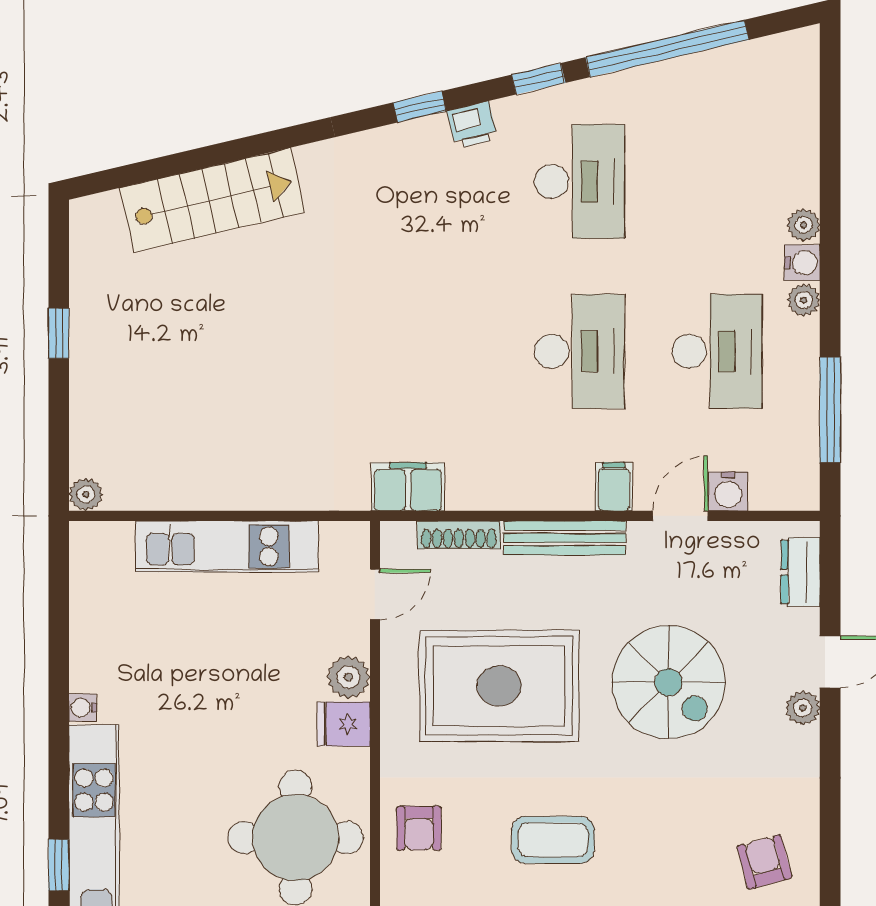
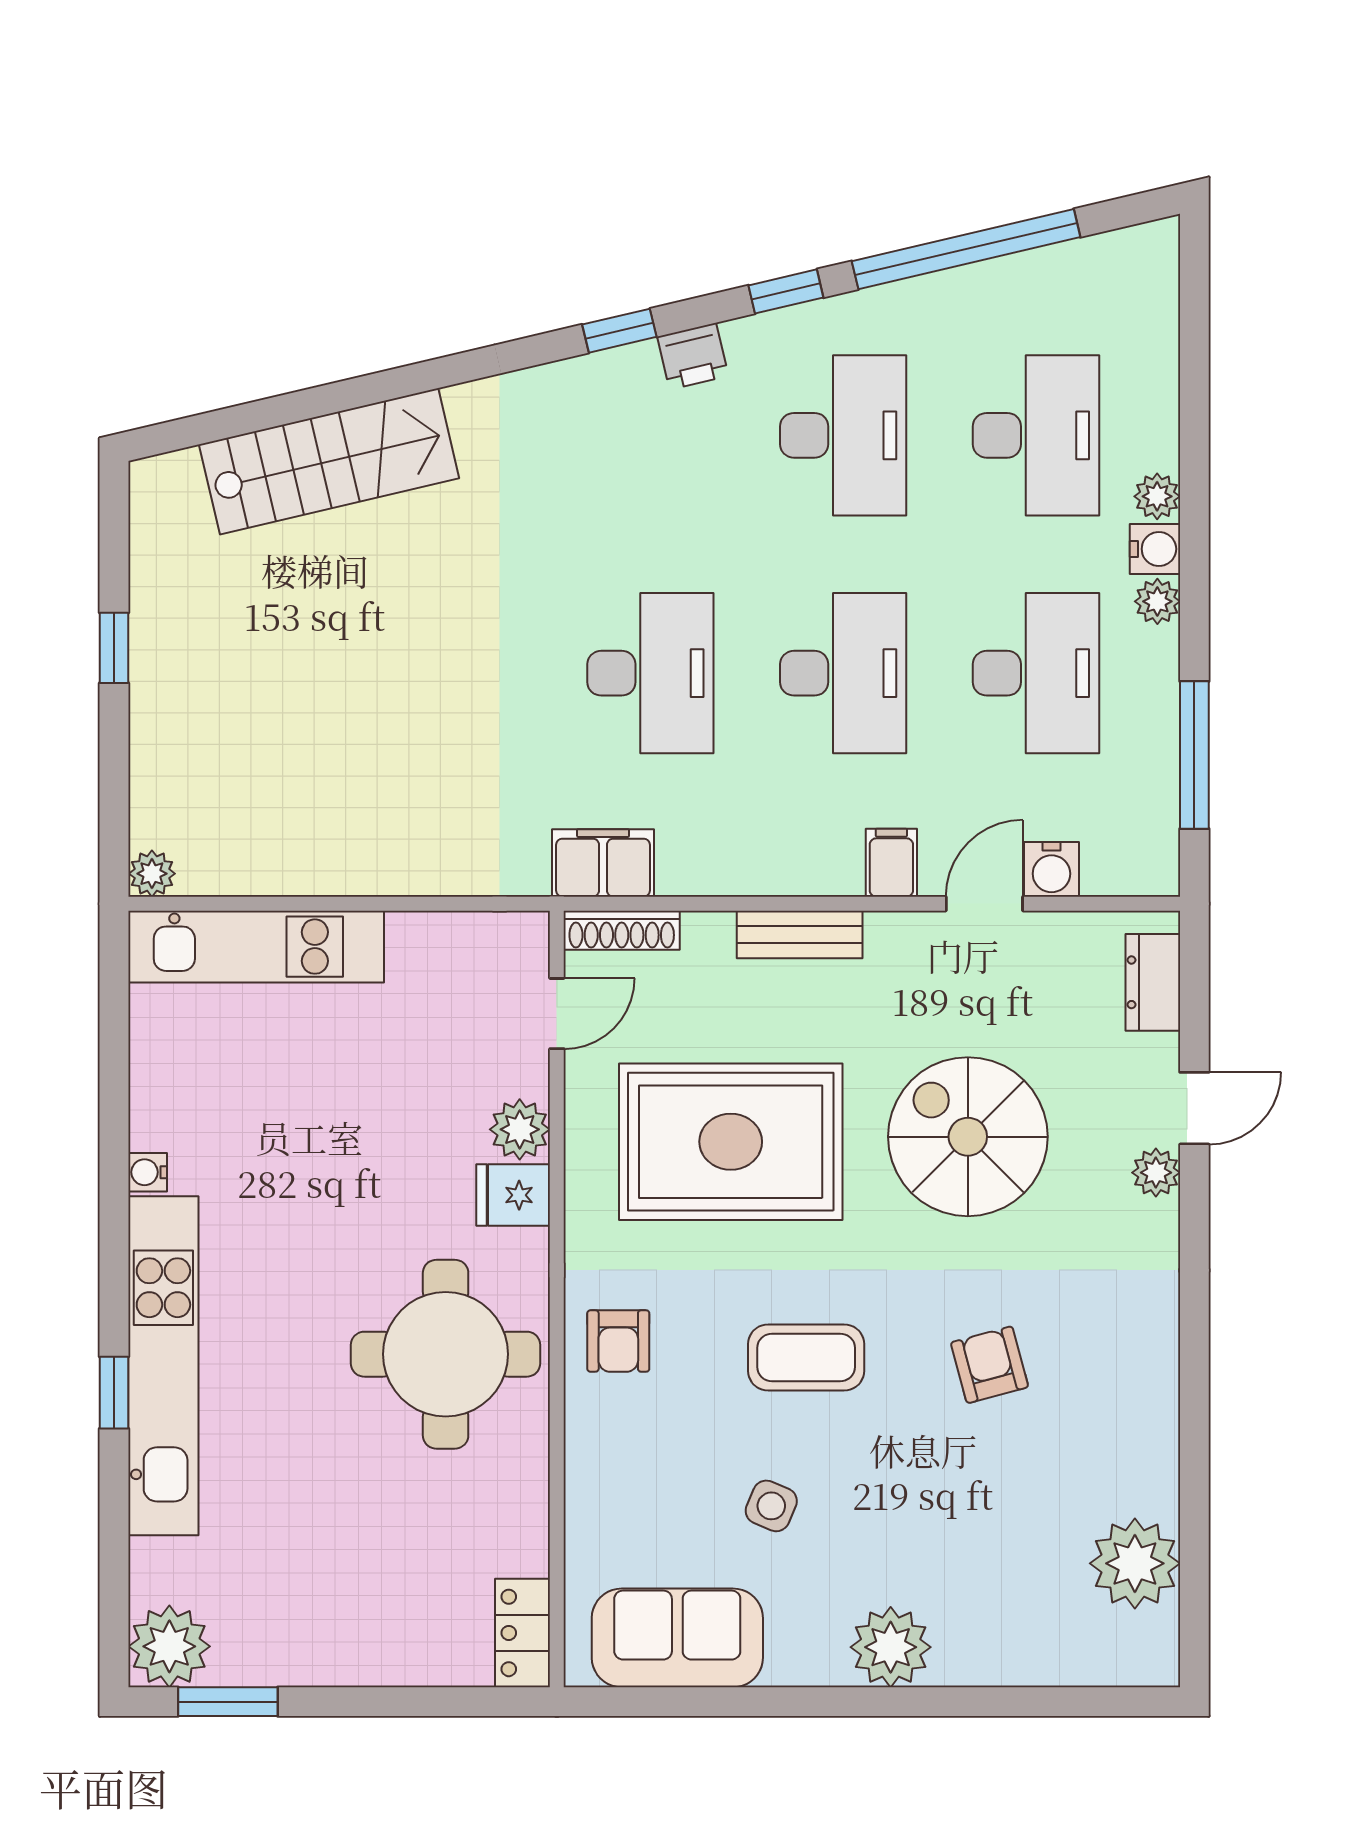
desk: (717, 181) -> (1036, 435), added
desk: (442, 351) -> (650, 673), added
shoe rack: (459, 535) -> (622, 930), moved
bench: (565, 538) -> (800, 935), width x0.73
kitchen unit: (227, 547) -> (256, 947), moved
spiral stairs: (668, 682) -> (968, 1137), turned 180
armchair: (764, 862) -> (990, 1365), moved

